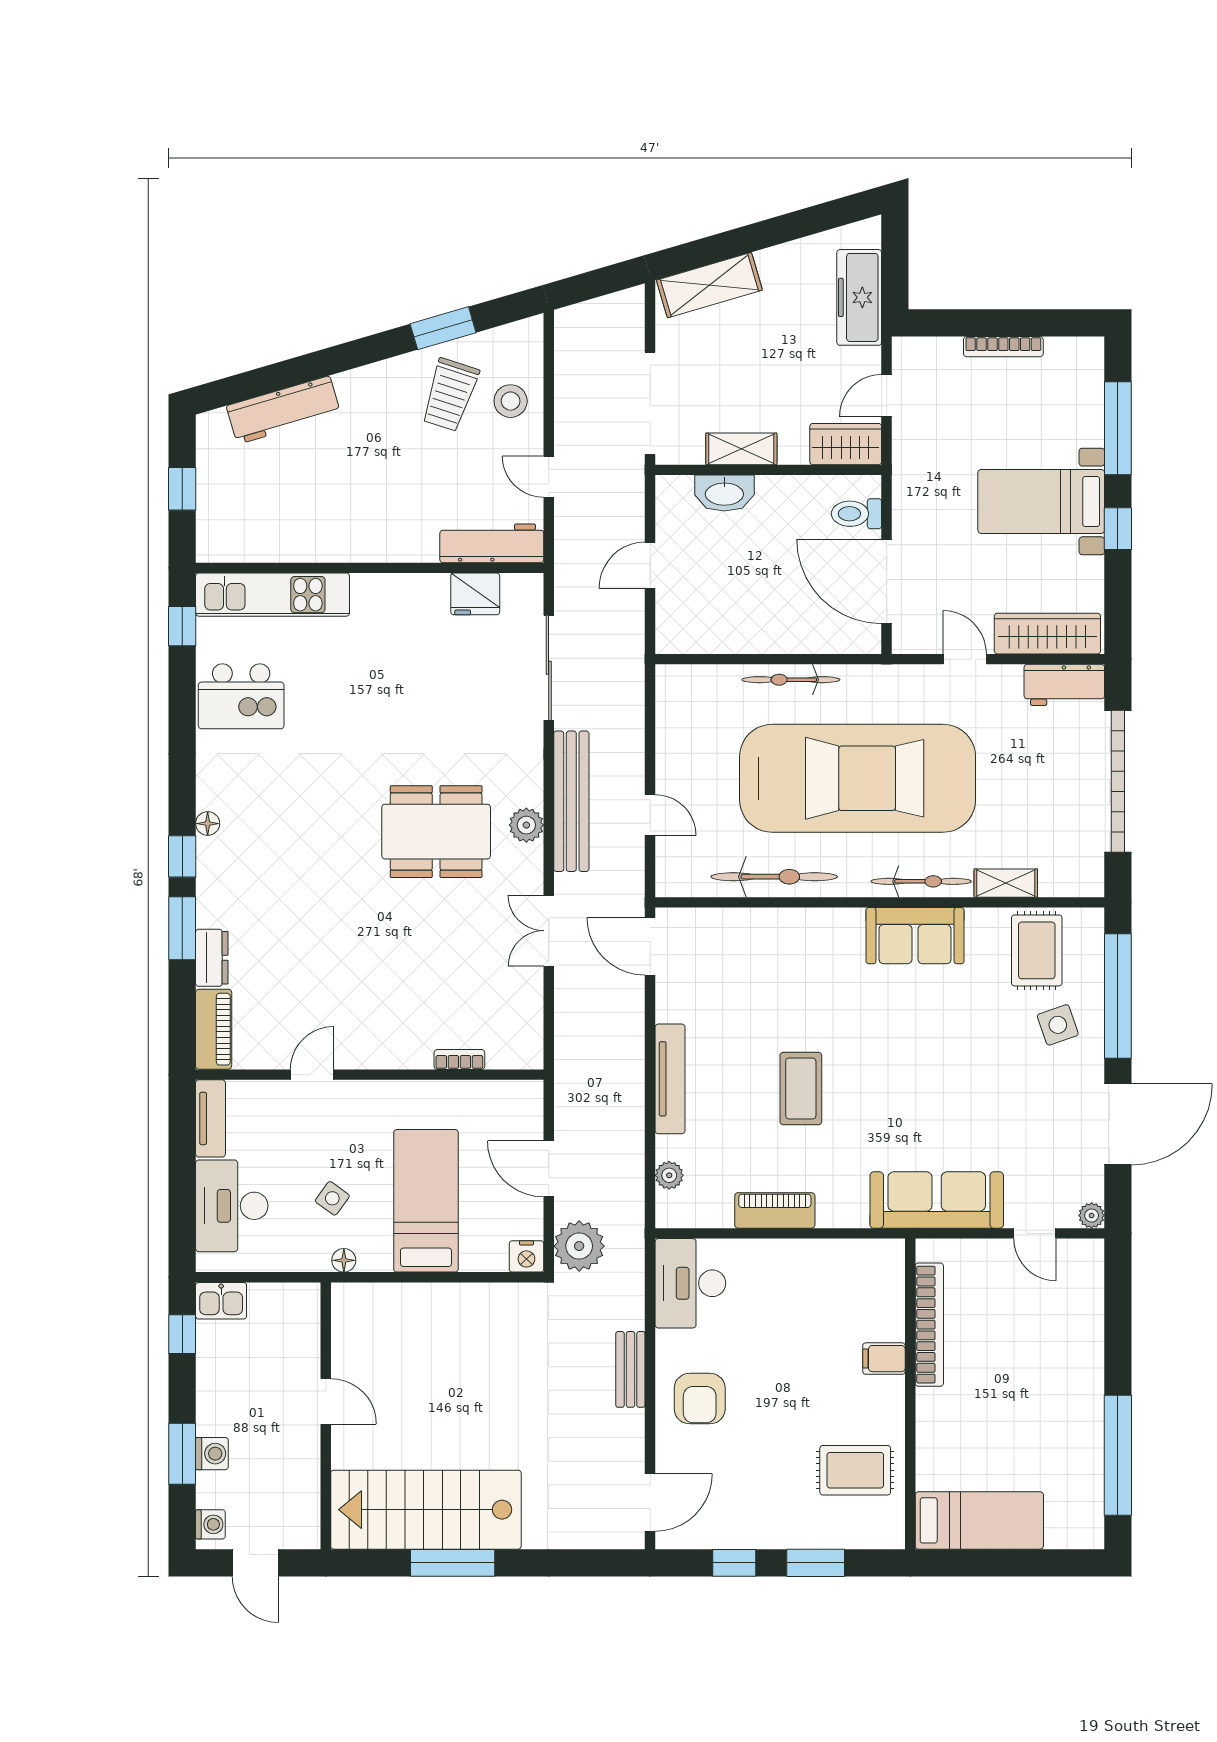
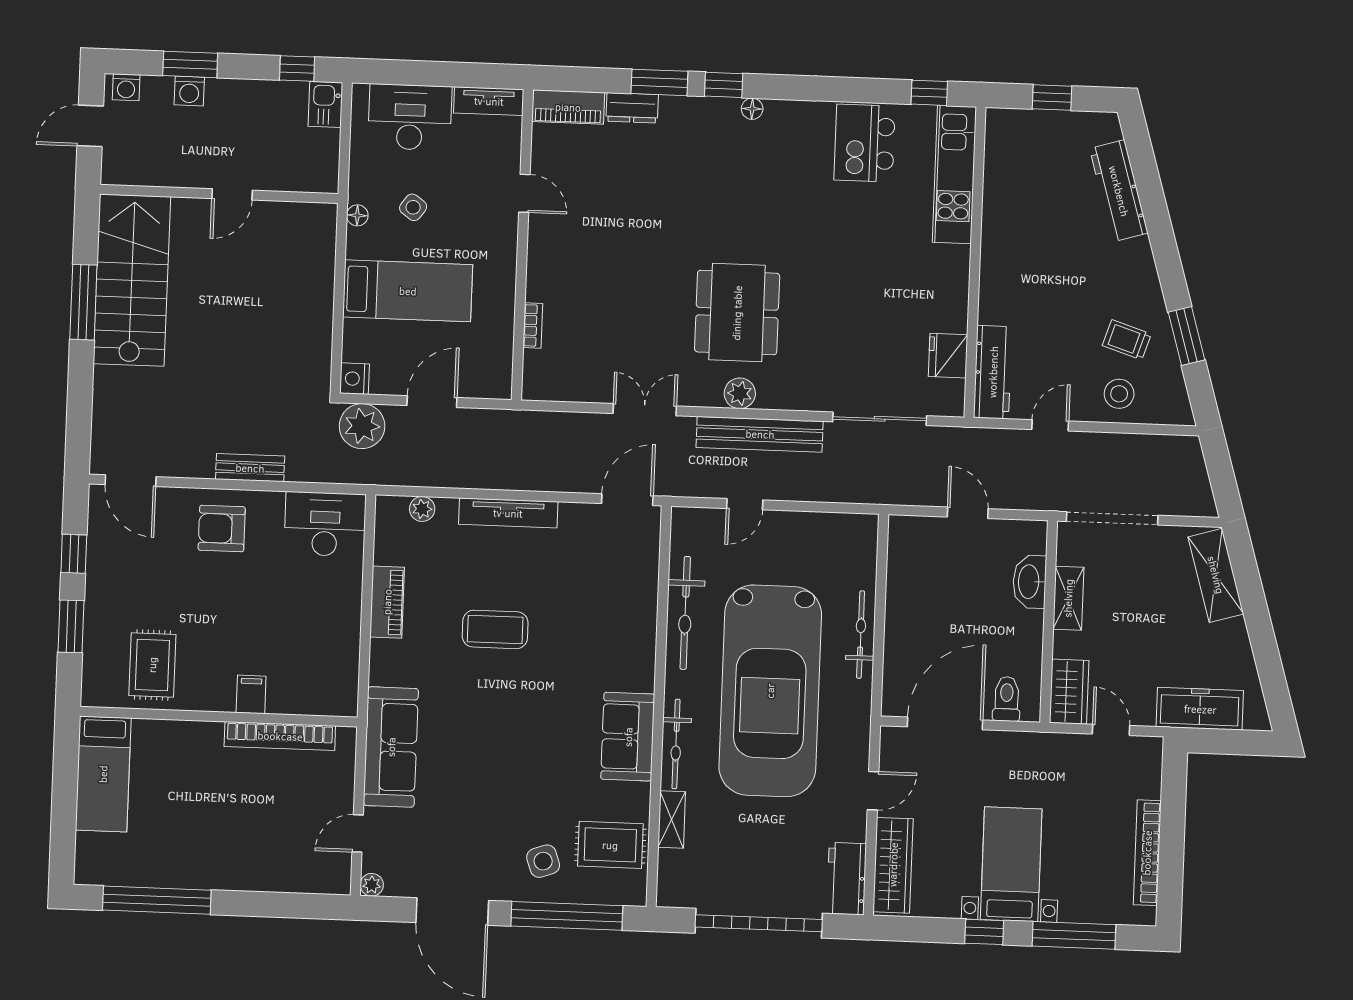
bookcase: (1003, 347) -> (1147, 853), width x1.48, depth x1.31
trolley: (450, 395) -> (1127, 340), width x0.73, depth x0.72

